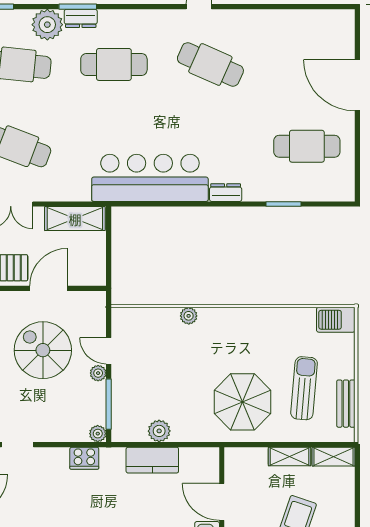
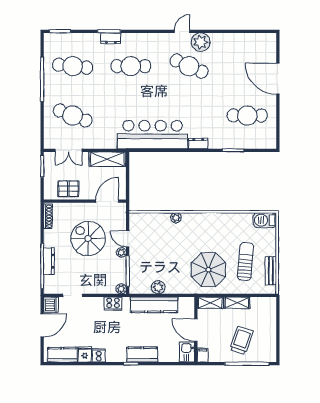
plant: (47, 25) -> (201, 42), moved
door: (49, 288) -> (107, 201), moved
shelving: (333, 457) -> (210, 303), moved
kitchen counter: (152, 460) -> (154, 305), width x1.50

